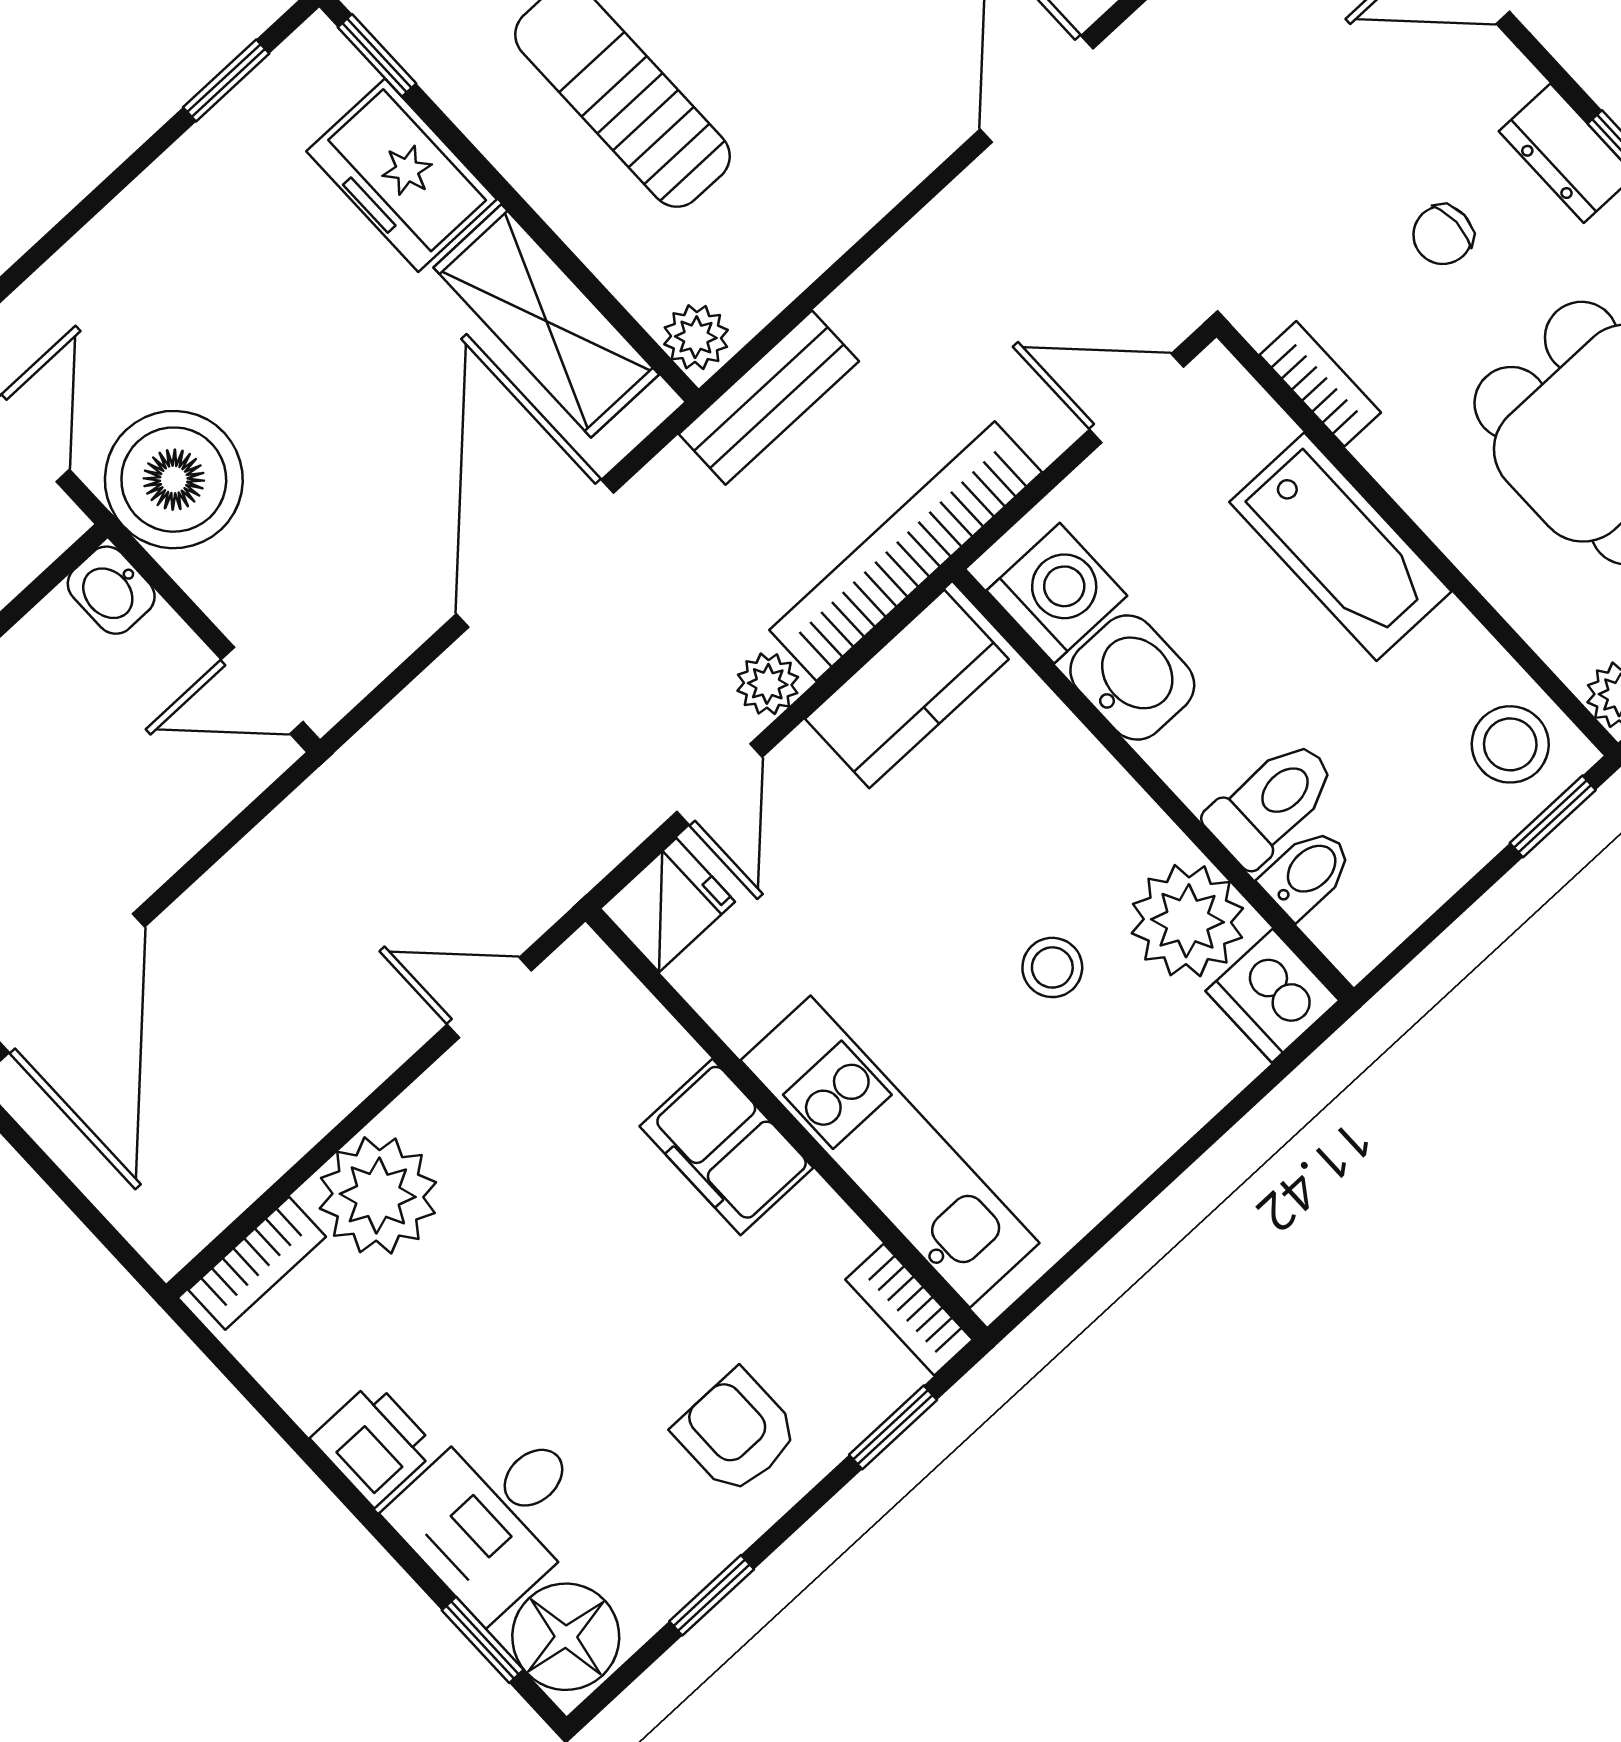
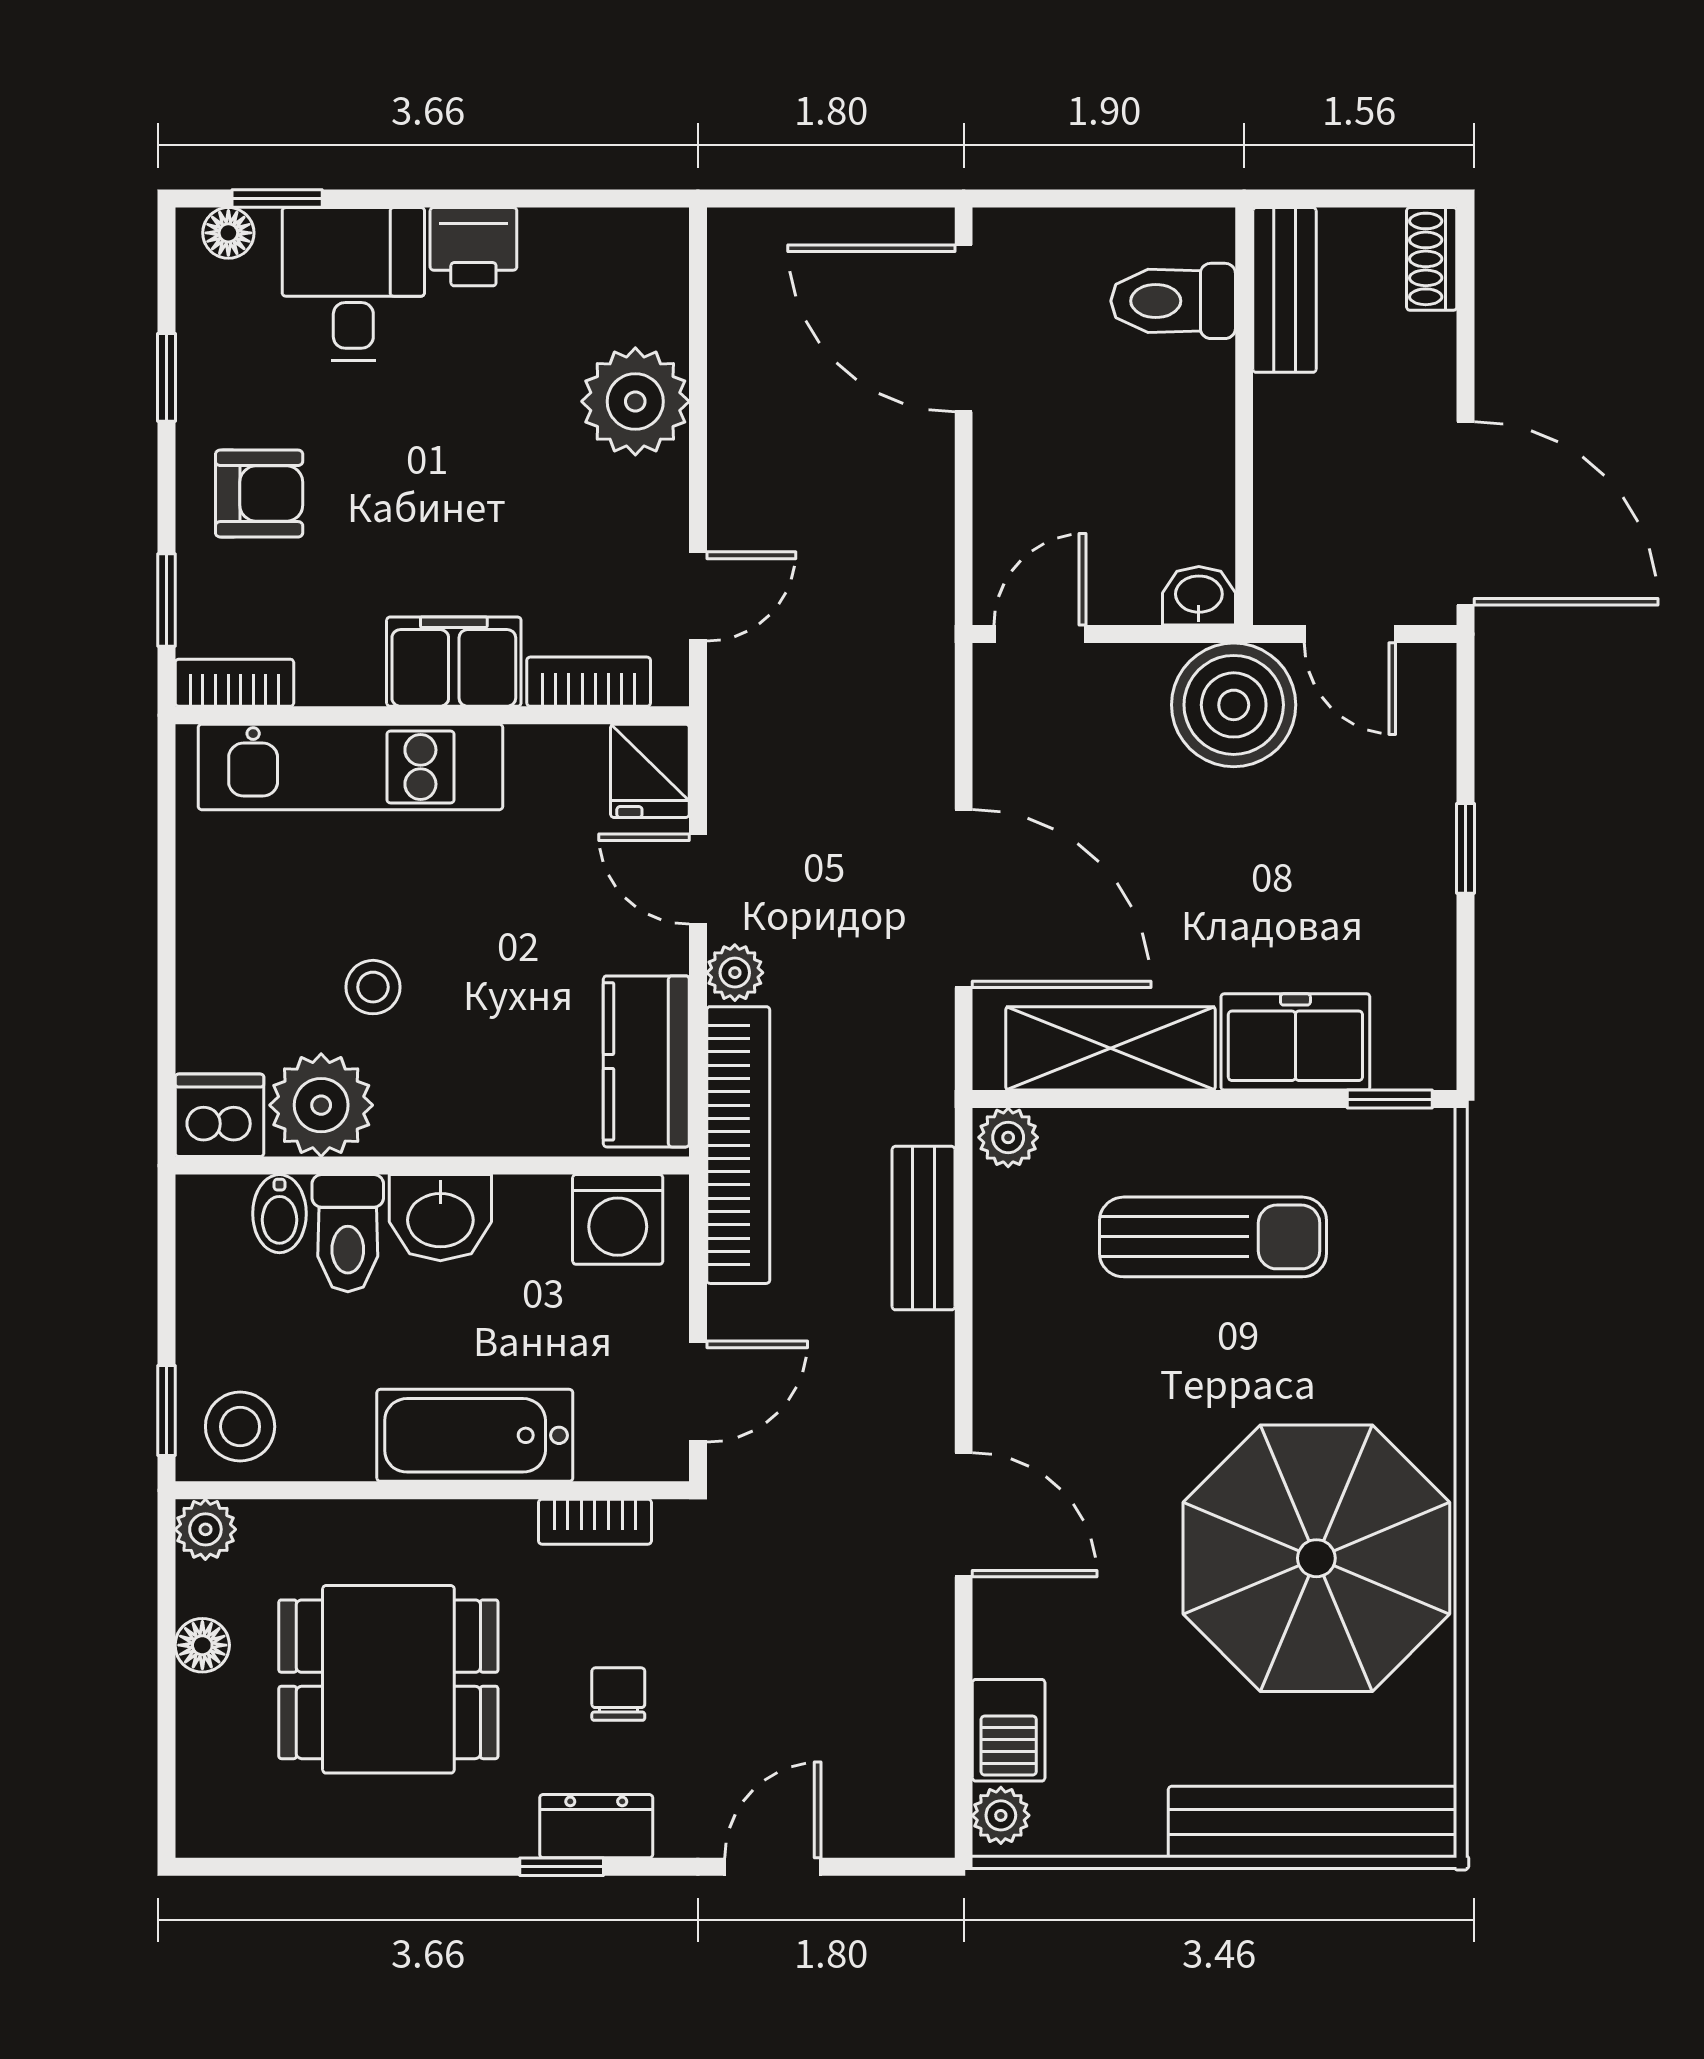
window: (226, 80) -> (1466, 848), moved
bench: (769, 398) -> (923, 1228), moved
washbasin: (1132, 677) -> (440, 1218), moved
bookcase: (257, 1263) -> (589, 682), moved, turned 90
floor lamp: (566, 1637) -> (228, 233), width x0.53, depth x0.53

